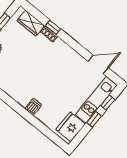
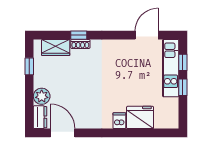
fridge: (71, 127) -> (140, 117), moved, turned 90

